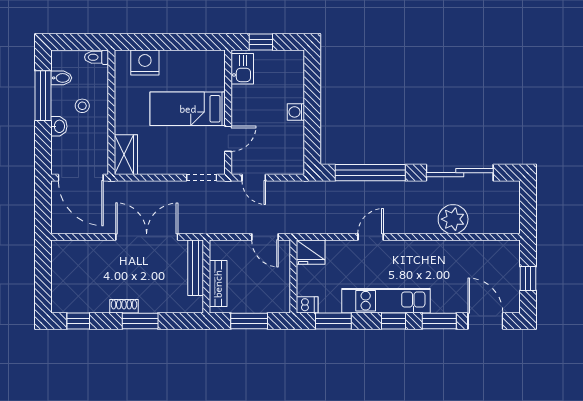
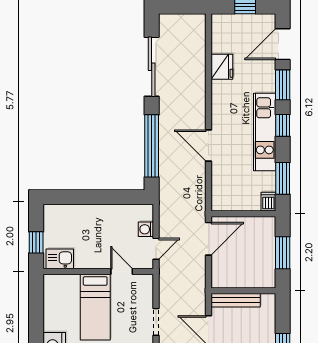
washing machine: (296, 112) -> (146, 229), moved, turned 90
doorway: (202, 178) -> (156, 322), moved
plant: (453, 219) -> (193, 73), removed
door: (265, 237) -> (208, 239), width x1.38
door: (371, 237) -> (208, 146), width x1.38
fridge: (311, 252) -> (222, 67), moved
bench: (218, 284) -> (250, 280), removed

